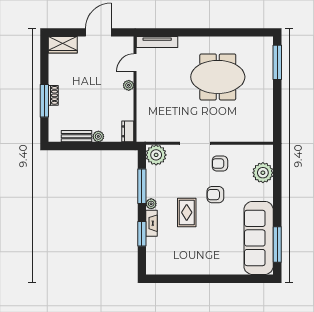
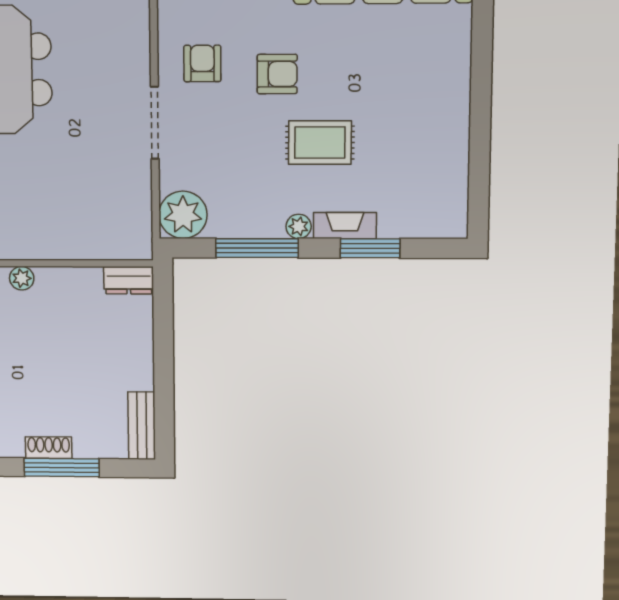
bench: (76, 136) -> (142, 426), moved
plant: (98, 136) -> (141, 348), removed
armchair: (220, 163) -> (202, 63), turned 180
armchair: (215, 195) -> (277, 74), turned -90

